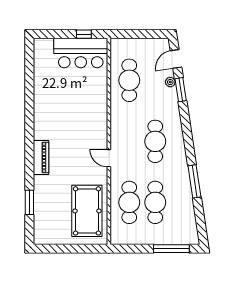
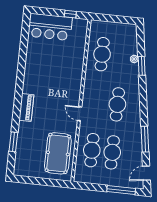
bar counter: (81, 53) -> (50, 27), moved
door: (176, 59) -> (146, 173), moved

